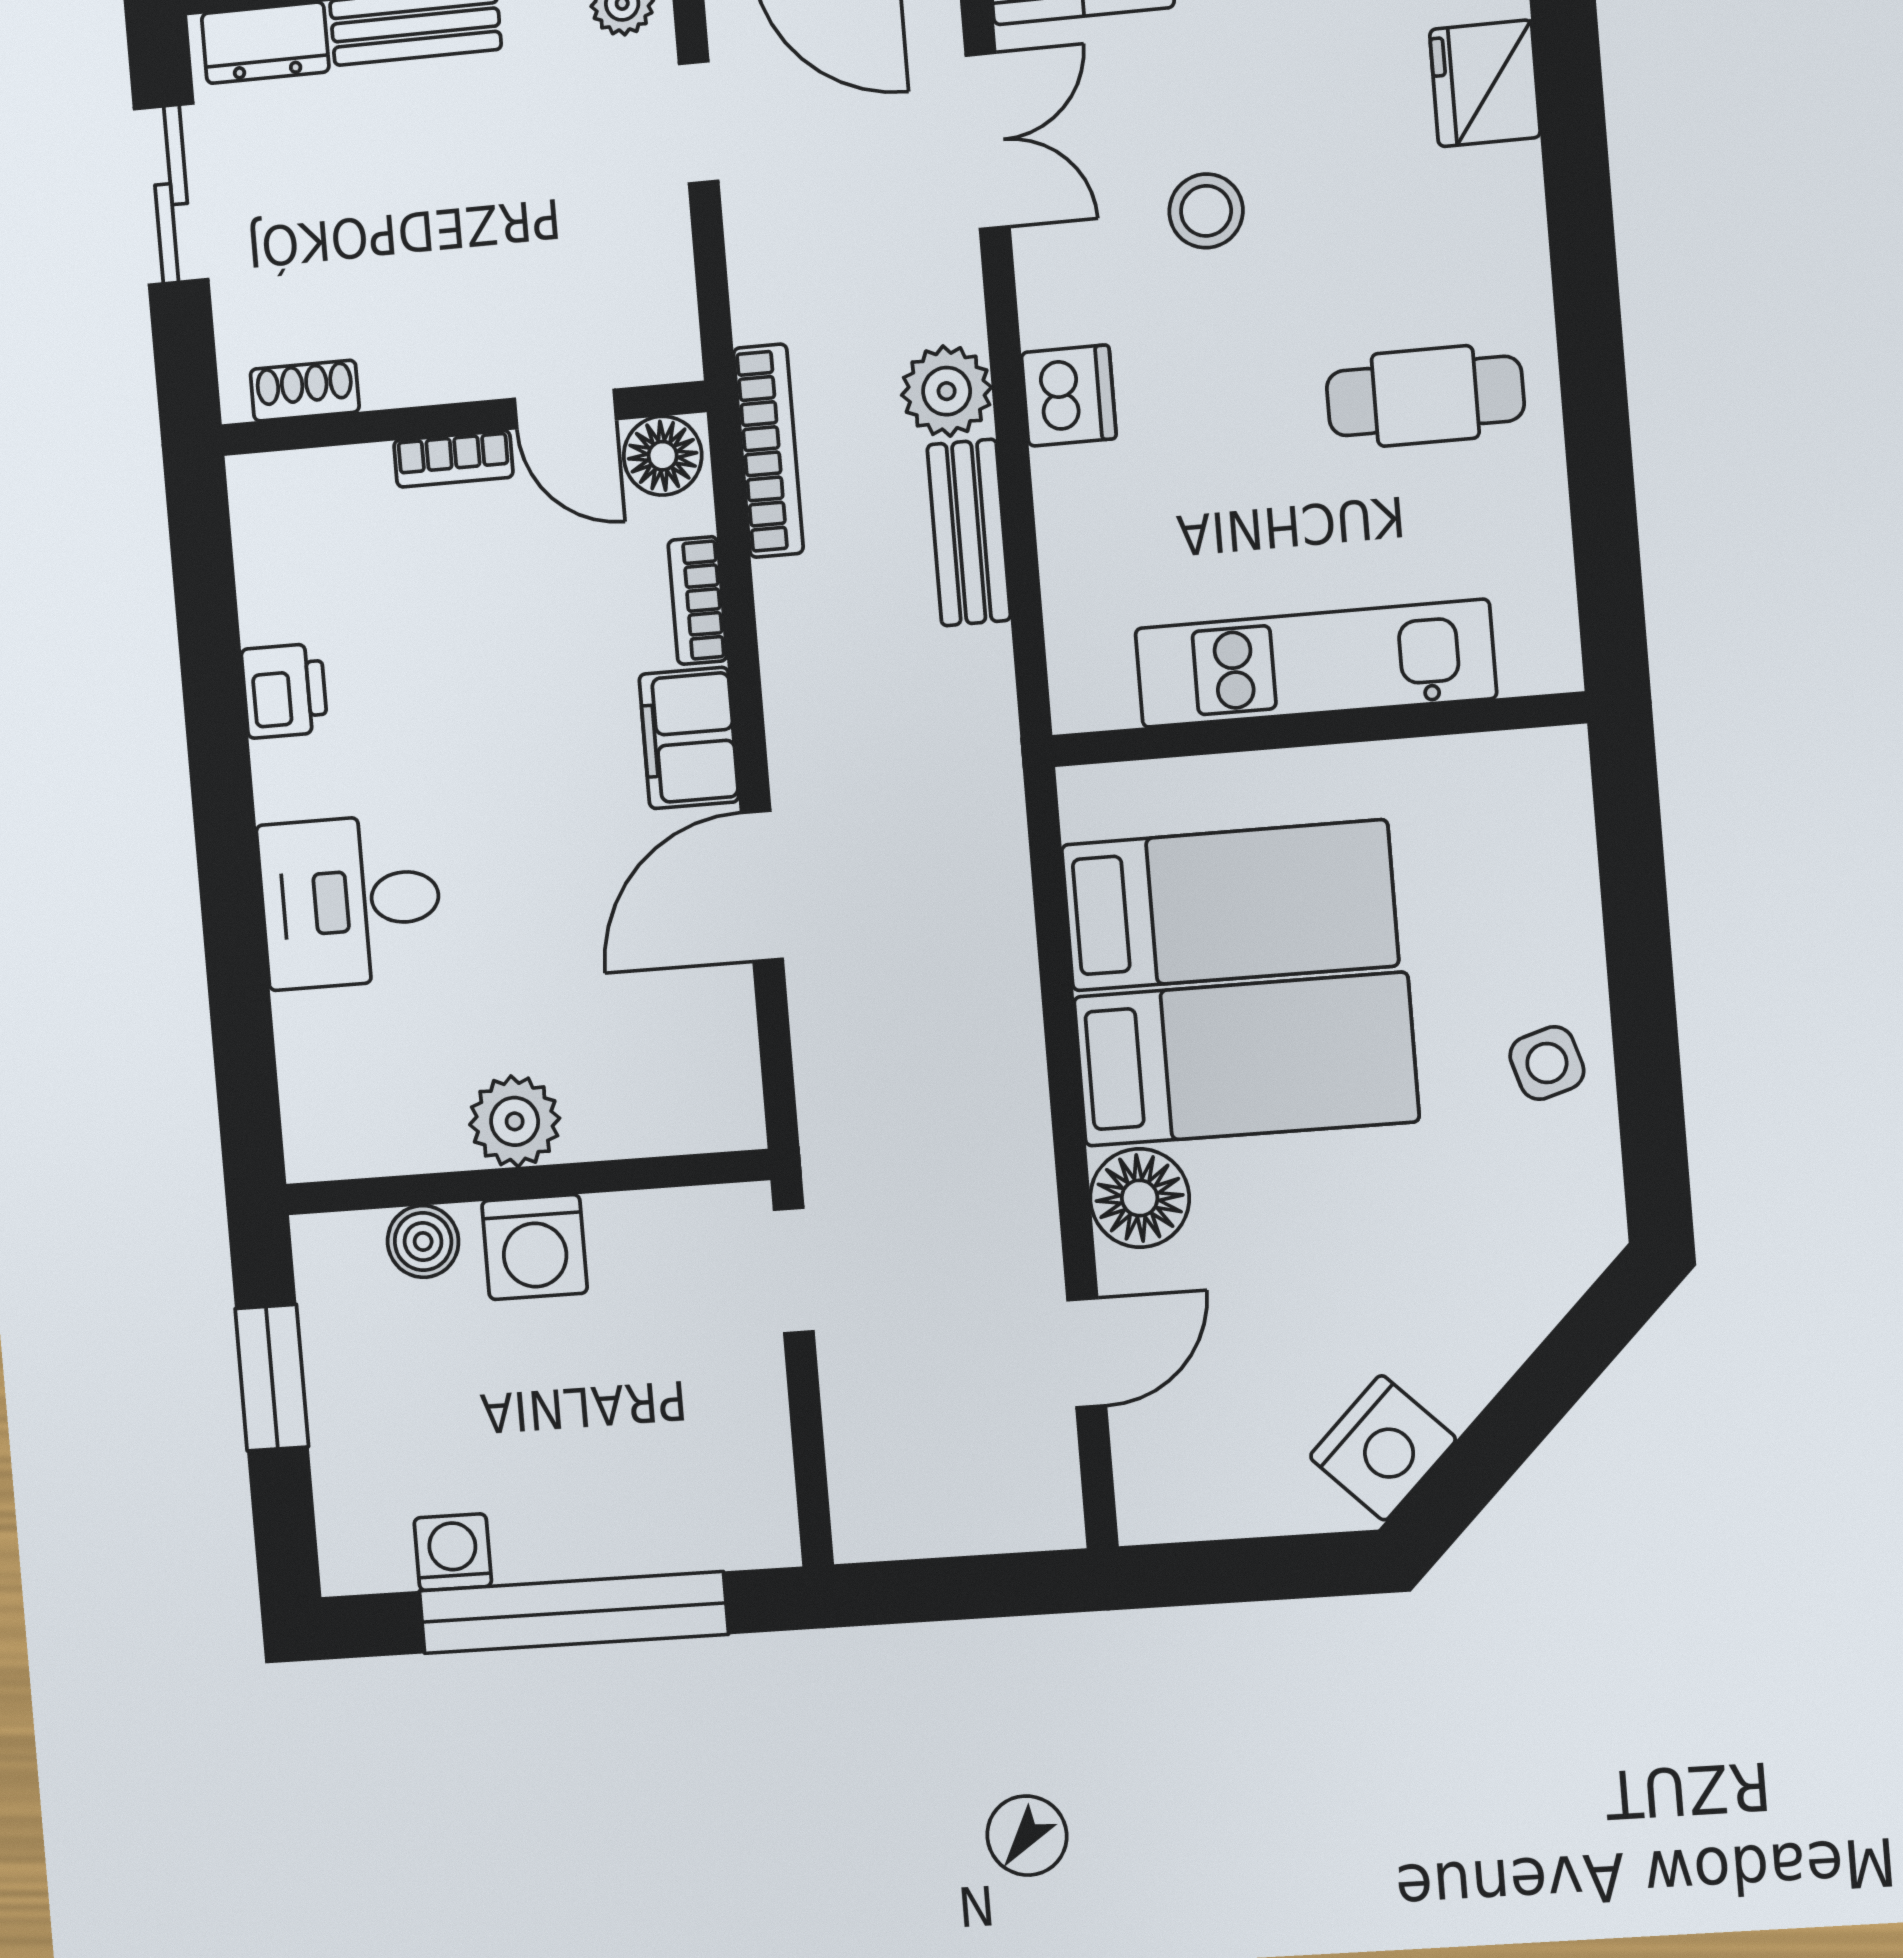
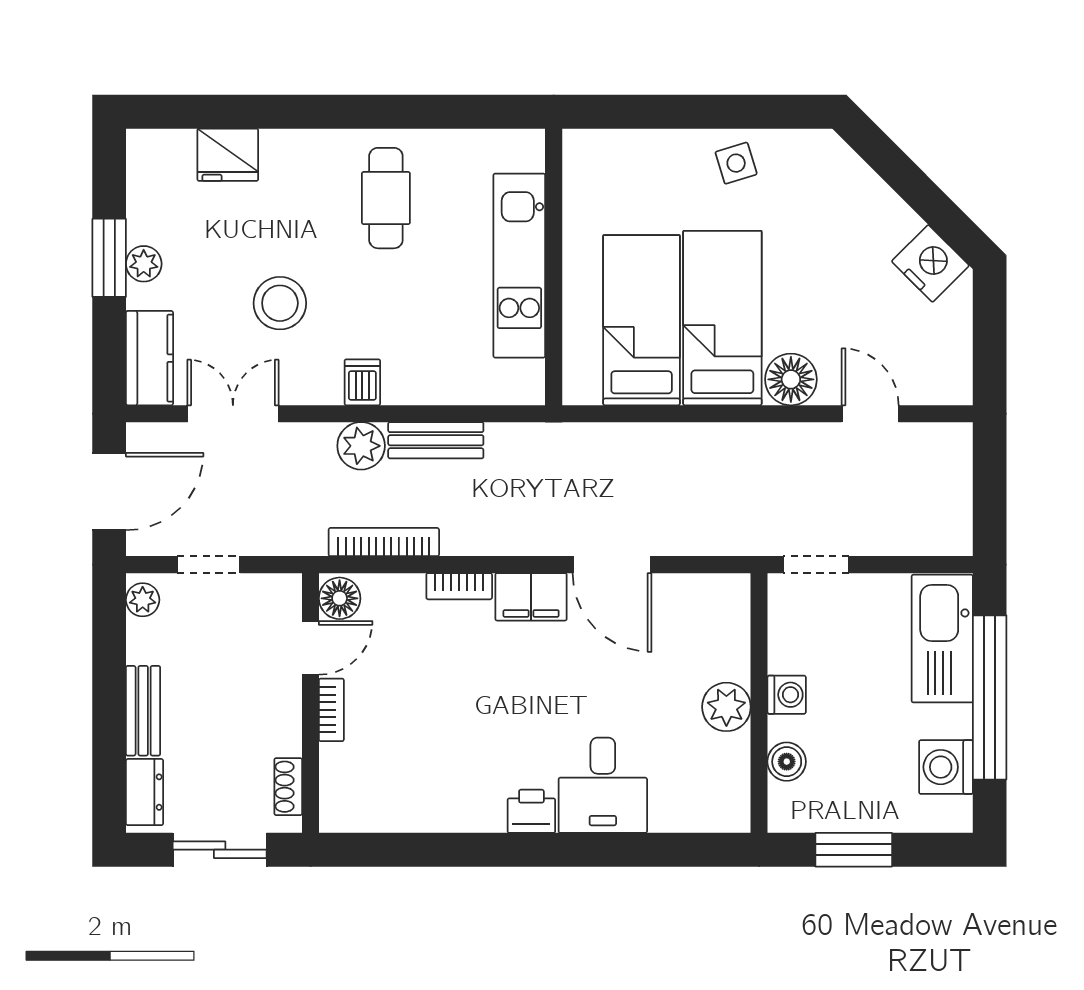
stool: (1206, 211) -> (280, 303), width x1.38, depth x1.38
shoe rack: (305, 391) -> (288, 787), moved
dishwasher: (1069, 396) -> (362, 382), width x0.73
door: (565, 409) -> (310, 648), moved
wall: (463, 418) -> (310, 703), moved
floor lamp: (663, 456) -> (340, 598), moved
bookcase: (453, 459) -> (331, 710), moved
printer: (284, 691) -> (531, 811), moved
washing machine: (534, 1247) -> (787, 695), width x0.73, depth x0.73
kitchen sink: (675, 1517) -> (942, 639), added
washing machine: (453, 1552) -> (946, 767), width x1.38, depth x1.38

